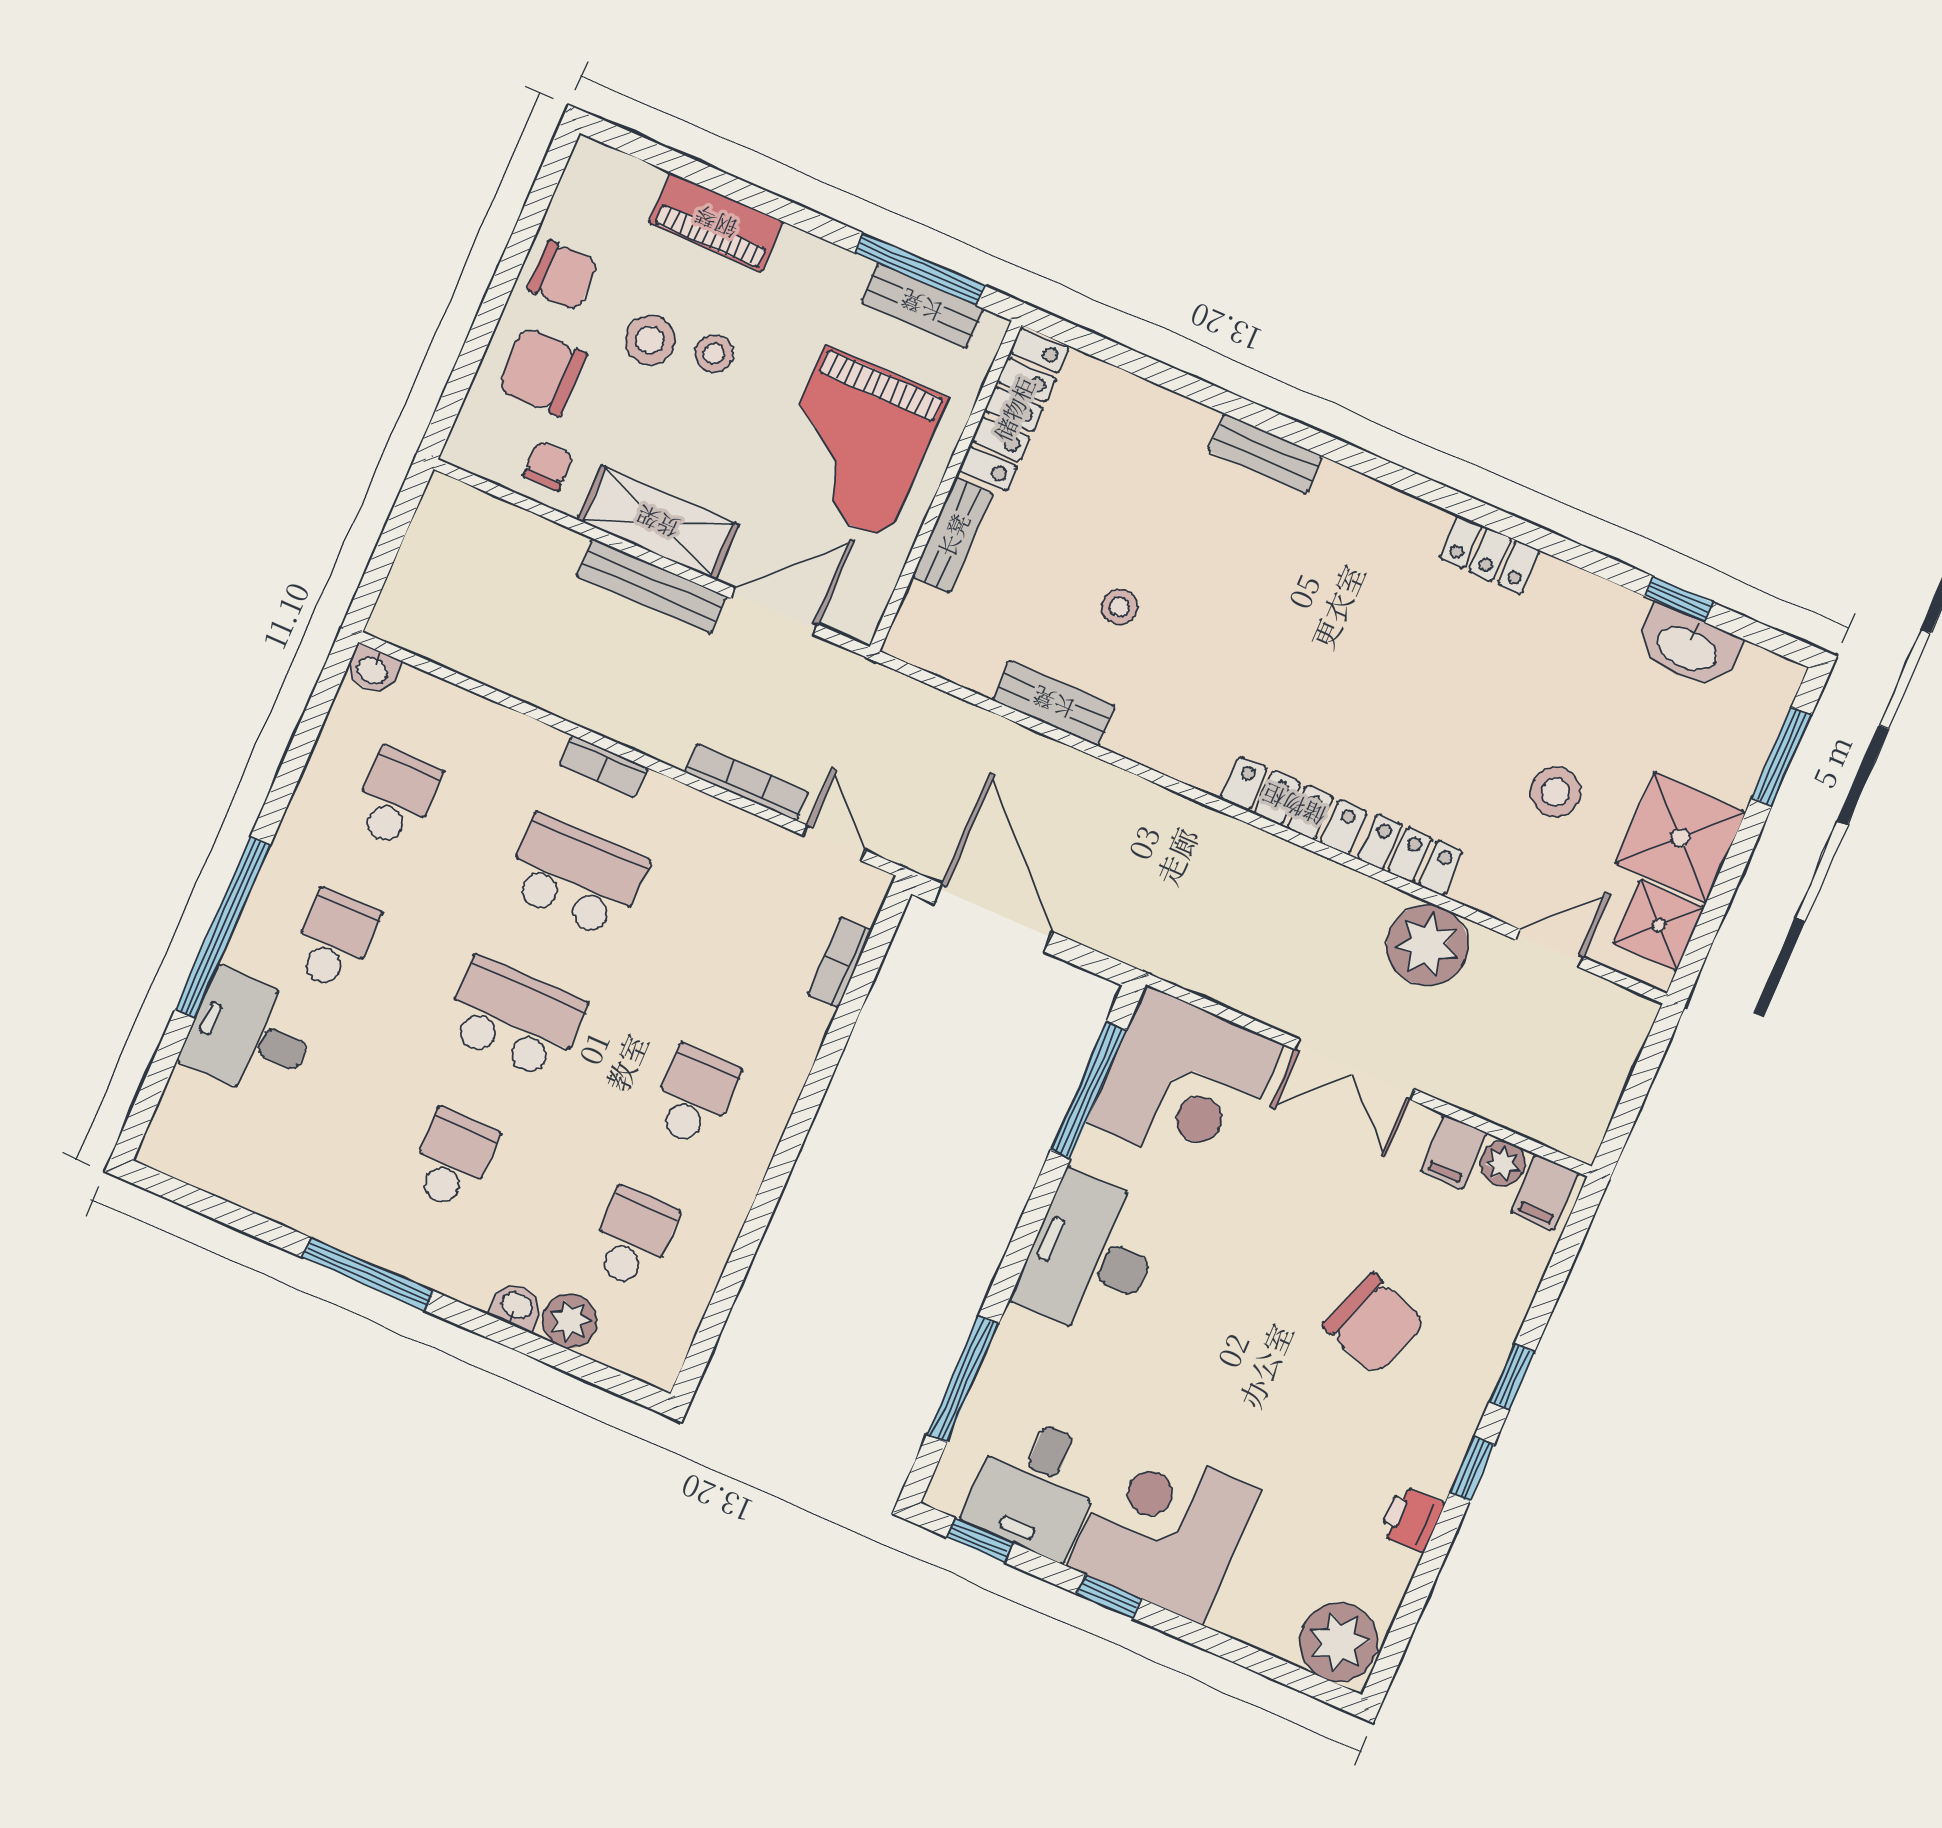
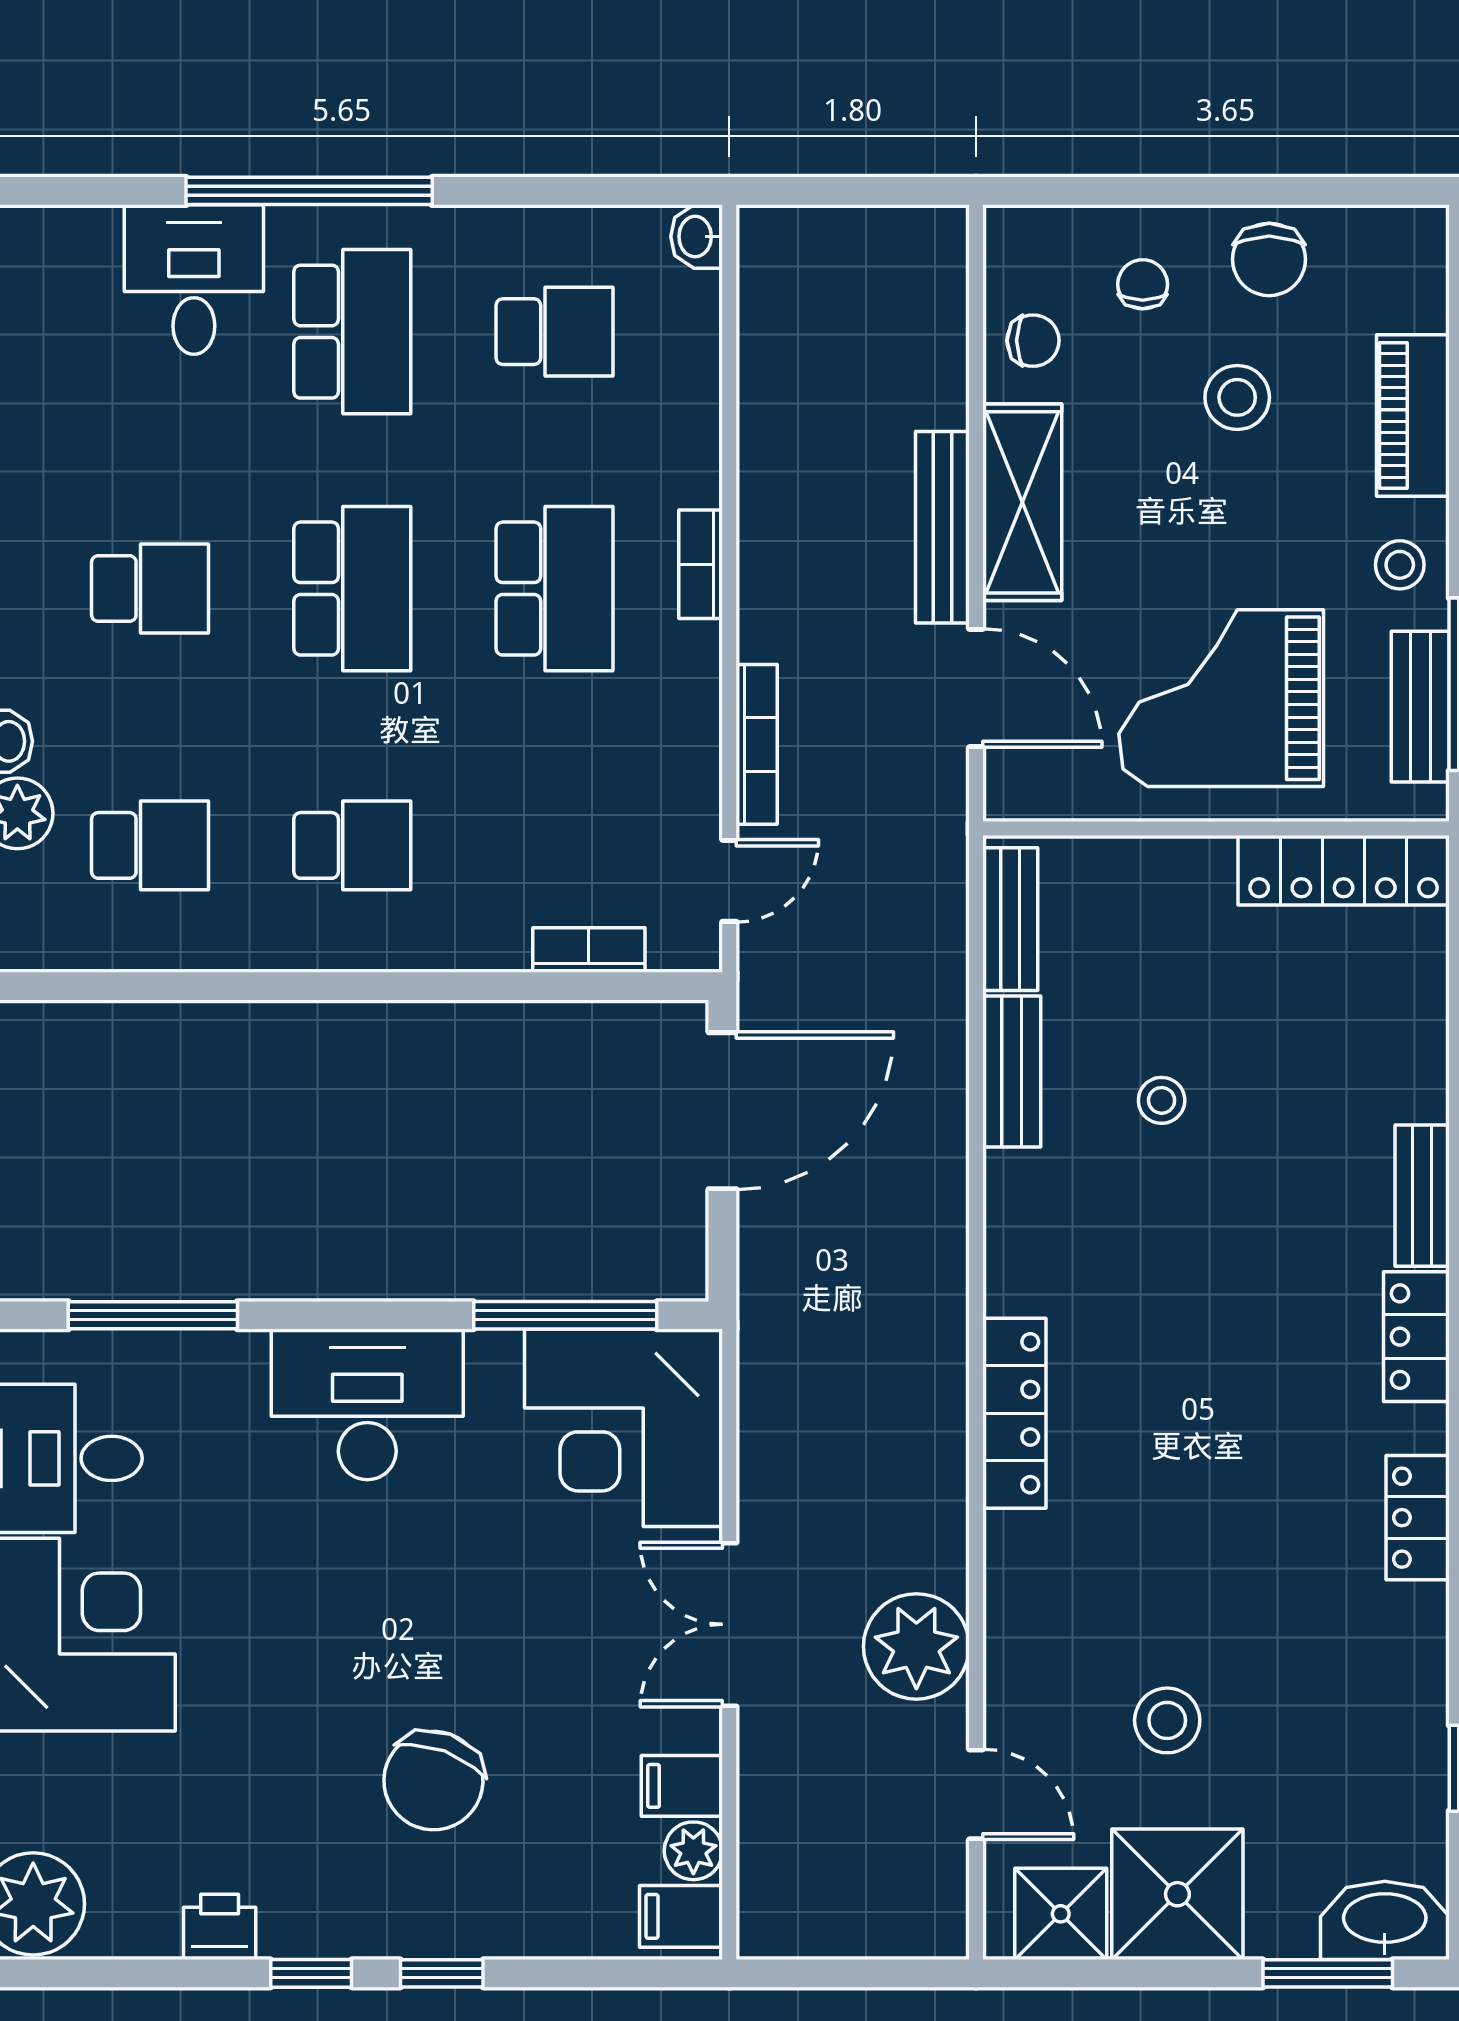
stool: (714, 354) -> (1400, 565), moved
chair: (542, 372) -> (1143, 284), width x0.54, depth x0.54
bench: (953, 535) -> (1010, 919), moved, turned 90
washbasin: (1688, 647) -> (1385, 1920), moved, turned 90
locker: (1410, 855) -> (1416, 1337), moved, turned 180
school desk: (334, 940) -> (352, 332), width x1.85

